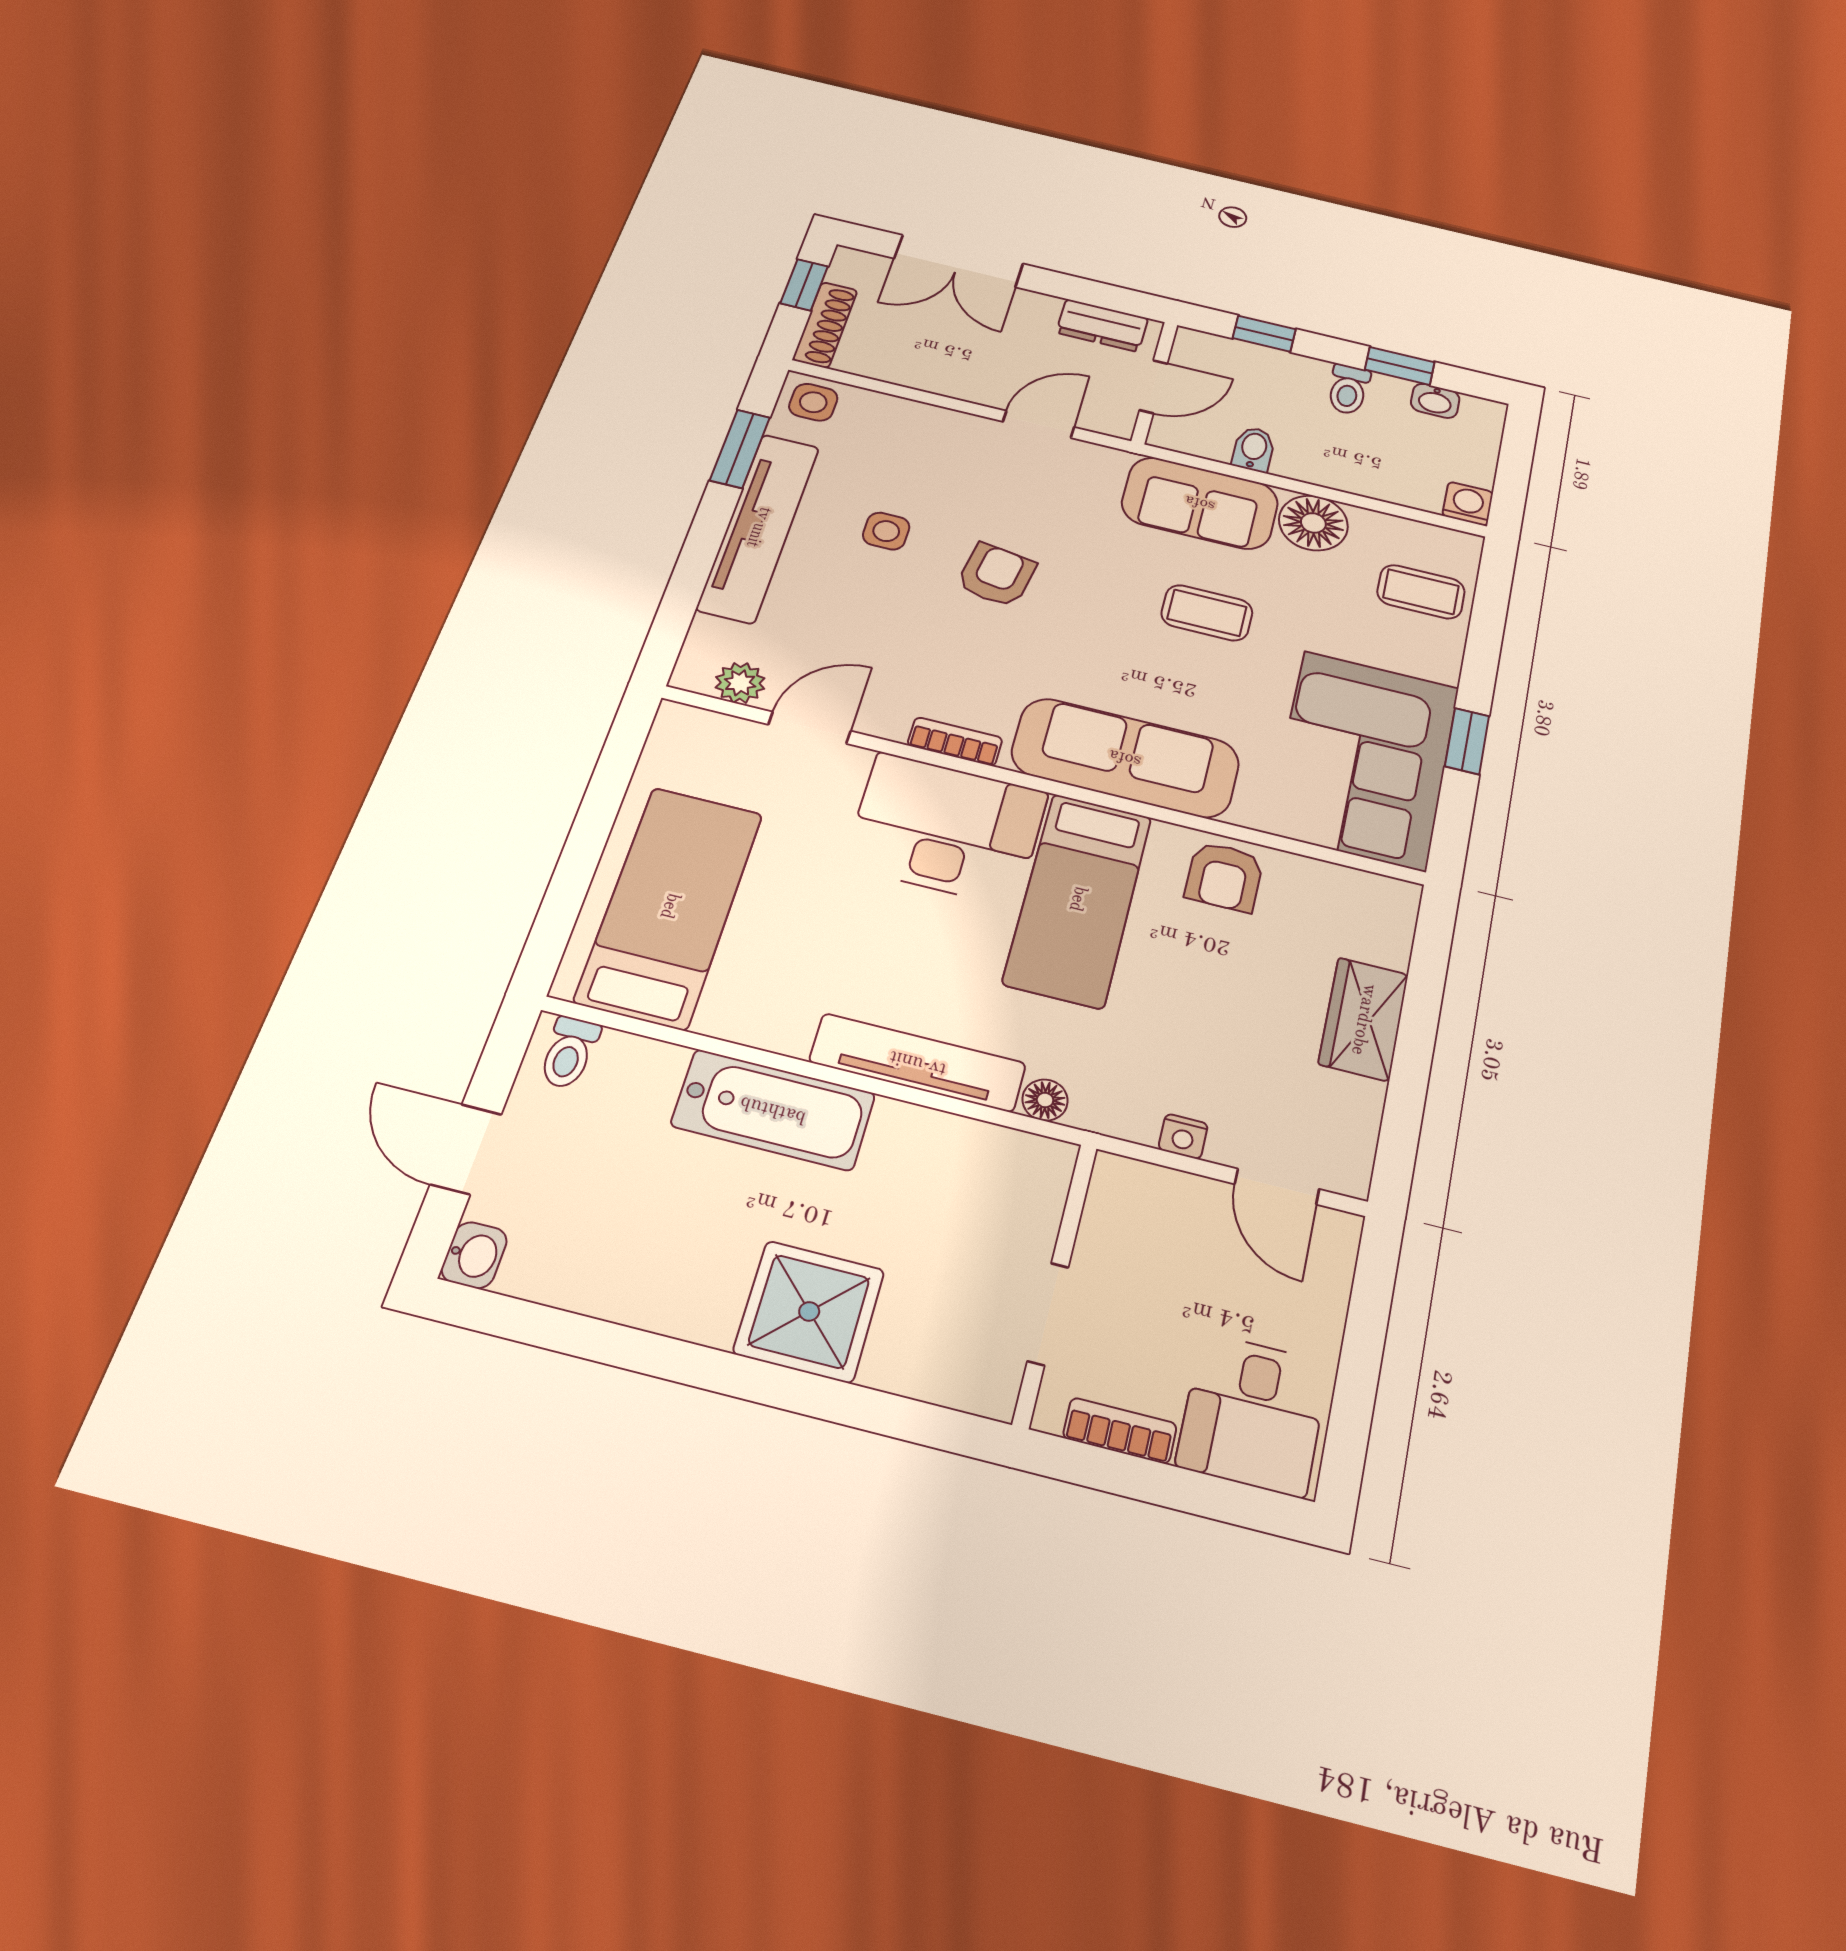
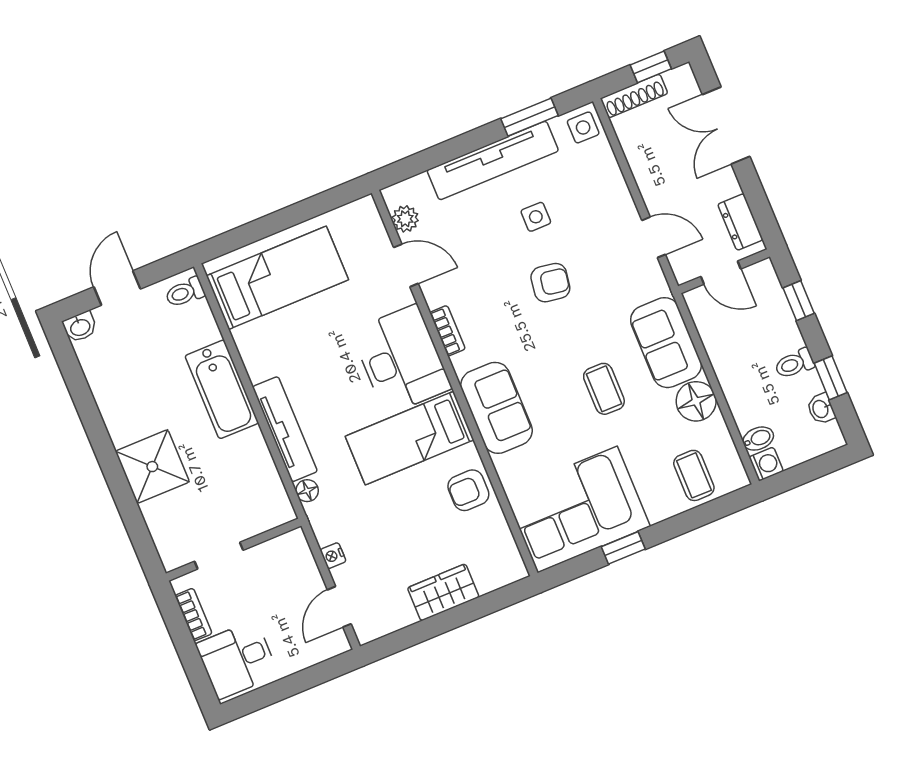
bidet: (1254, 449) -> (758, 439), moved
sofa: (1125, 758) -> (496, 408), width x0.73

